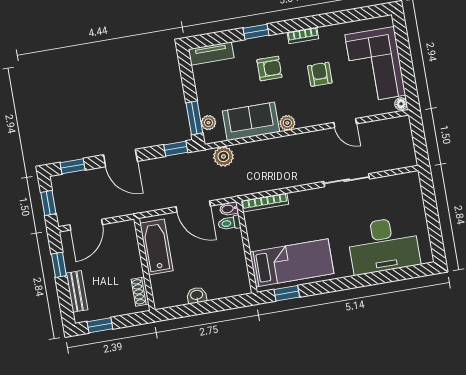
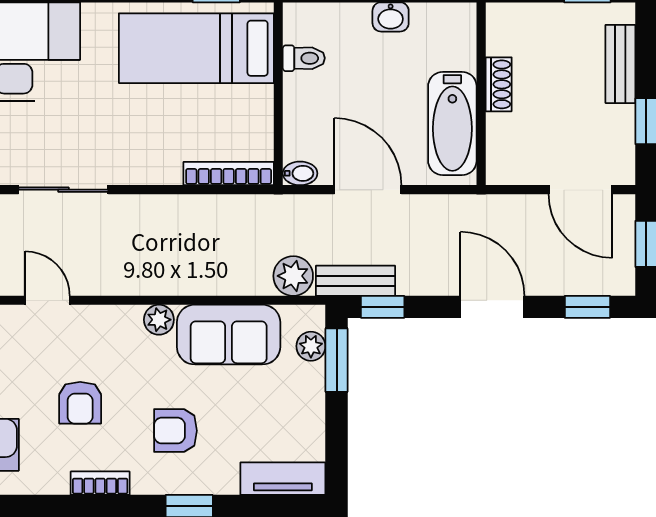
bench: (192, 159) -> (356, 281), added
toilet: (229, 223) -> (304, 58), moved
door: (86, 225) -> (580, 190), swing flipped
shoe rack: (140, 292) -> (499, 84), moved

